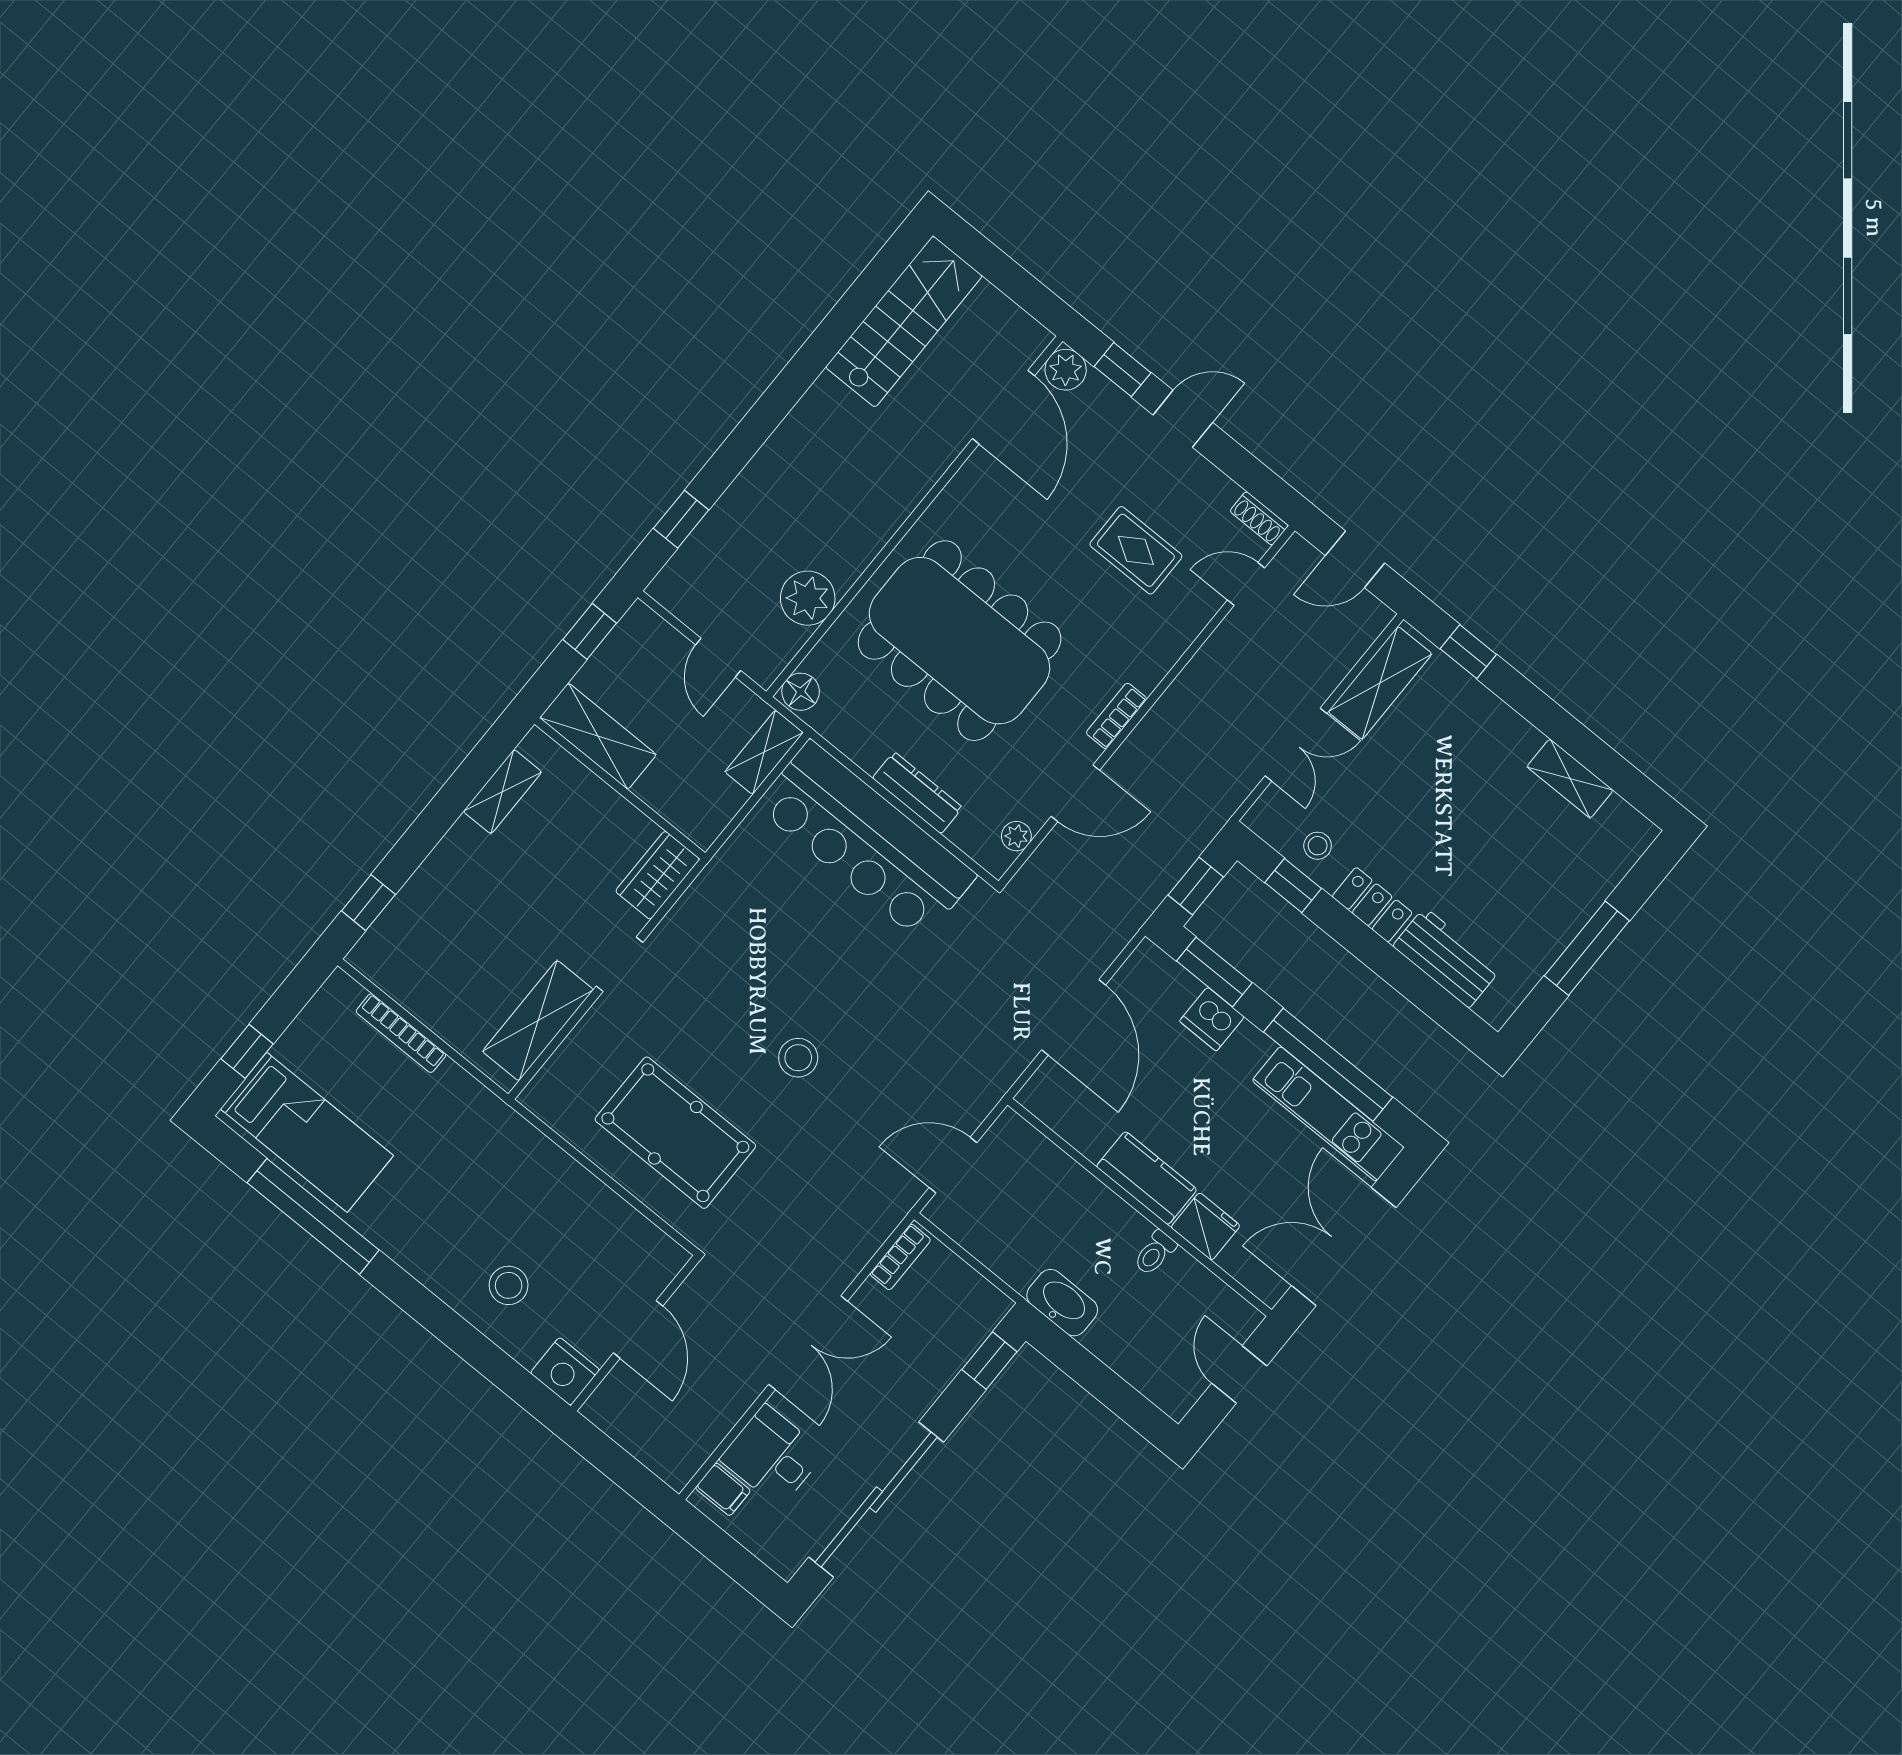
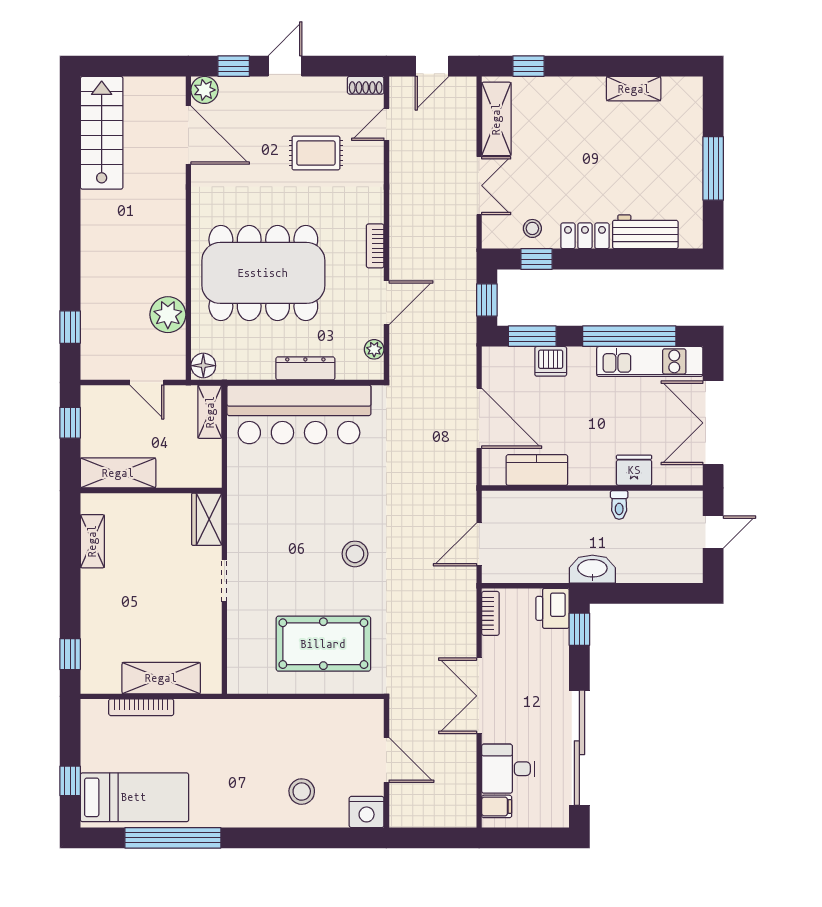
shelving: (538, 1021) -> (161, 678), moved, turned 90
kitchen counter: (1147, 1178) -> (537, 470), moved
printer: (978, 1310) -> (553, 608), added
double door: (808, 1343) -> (479, 696), swing flipped
door: (1239, 1375) -> (713, 532), swing flipped

